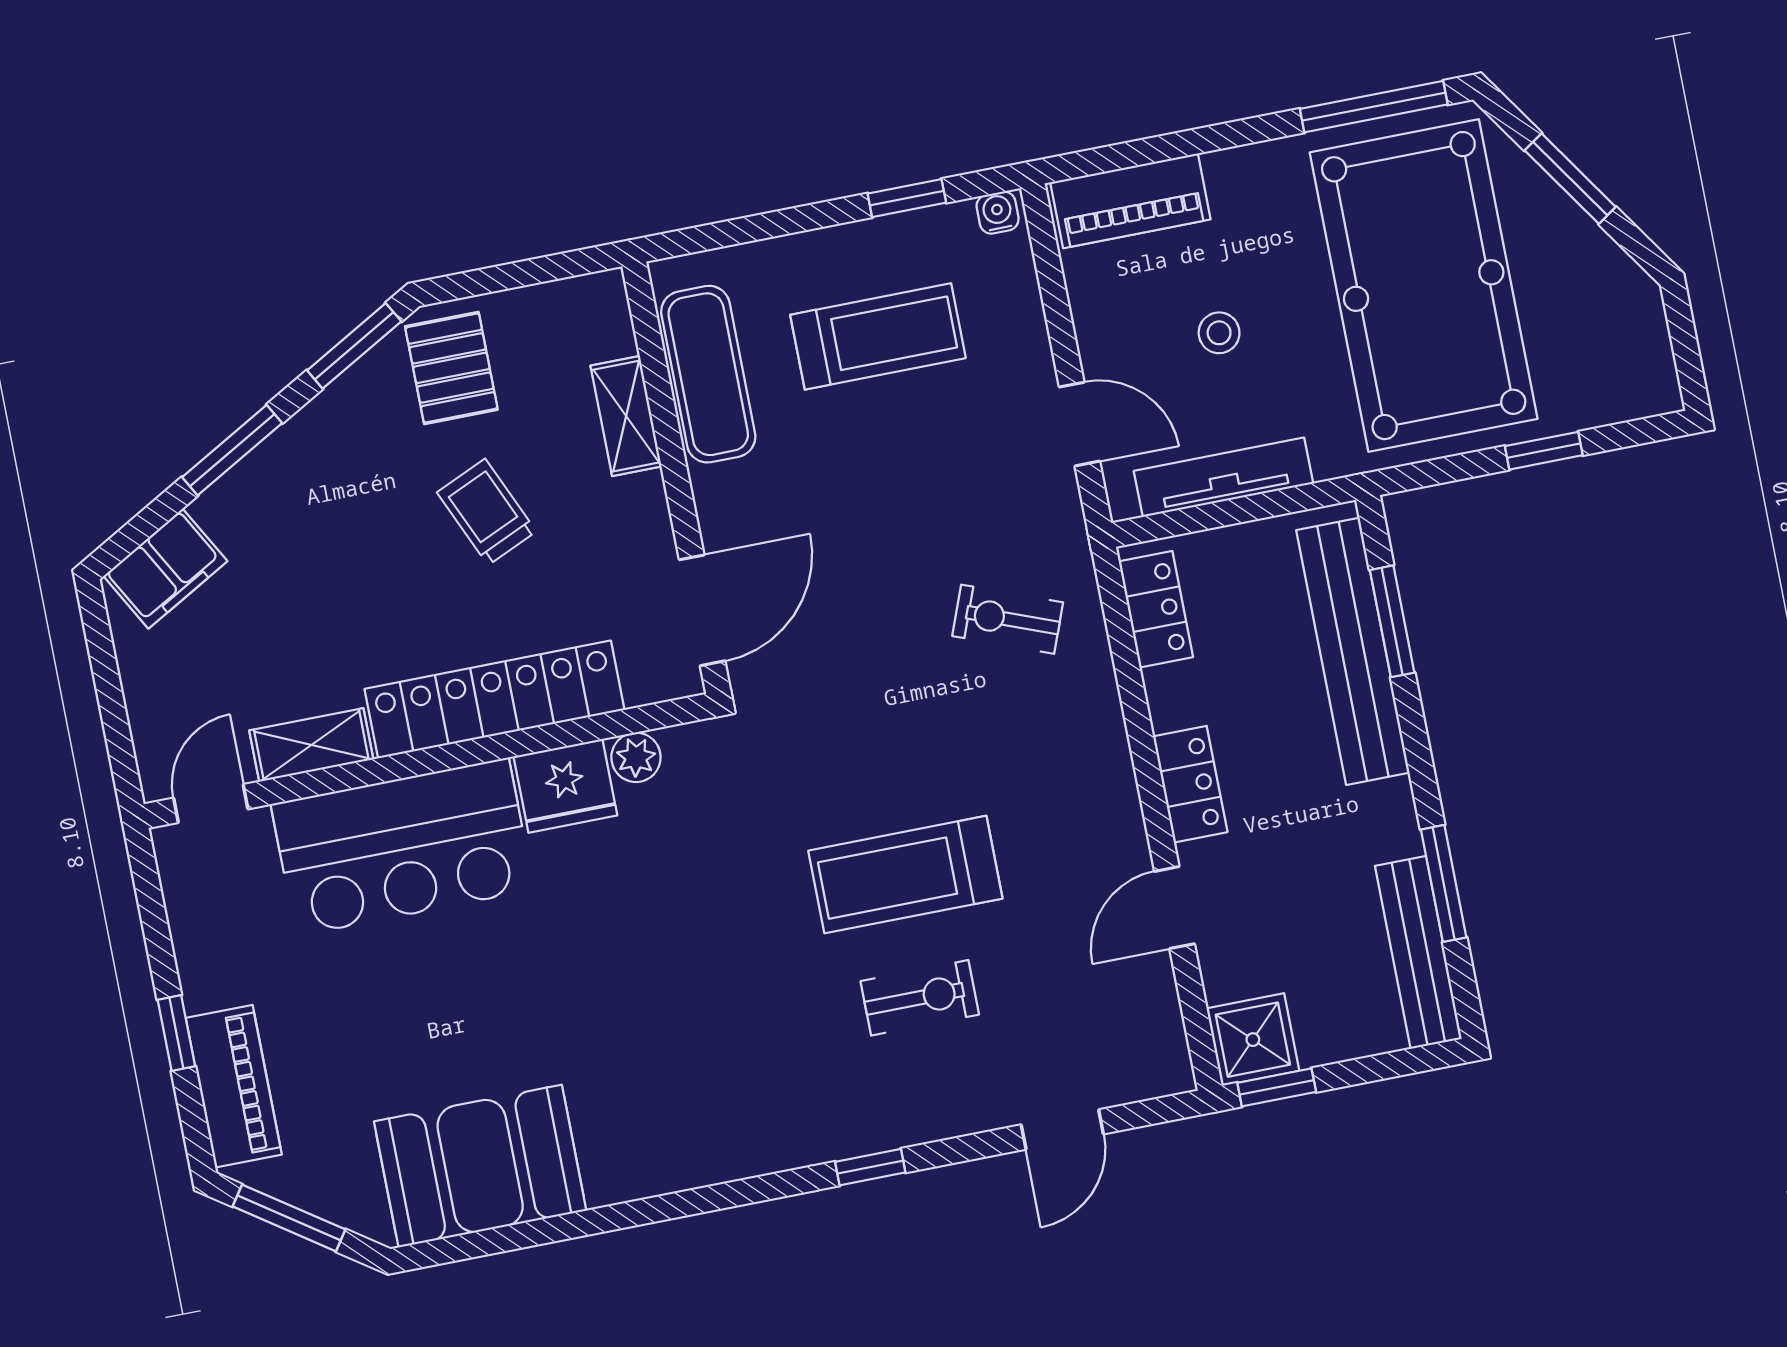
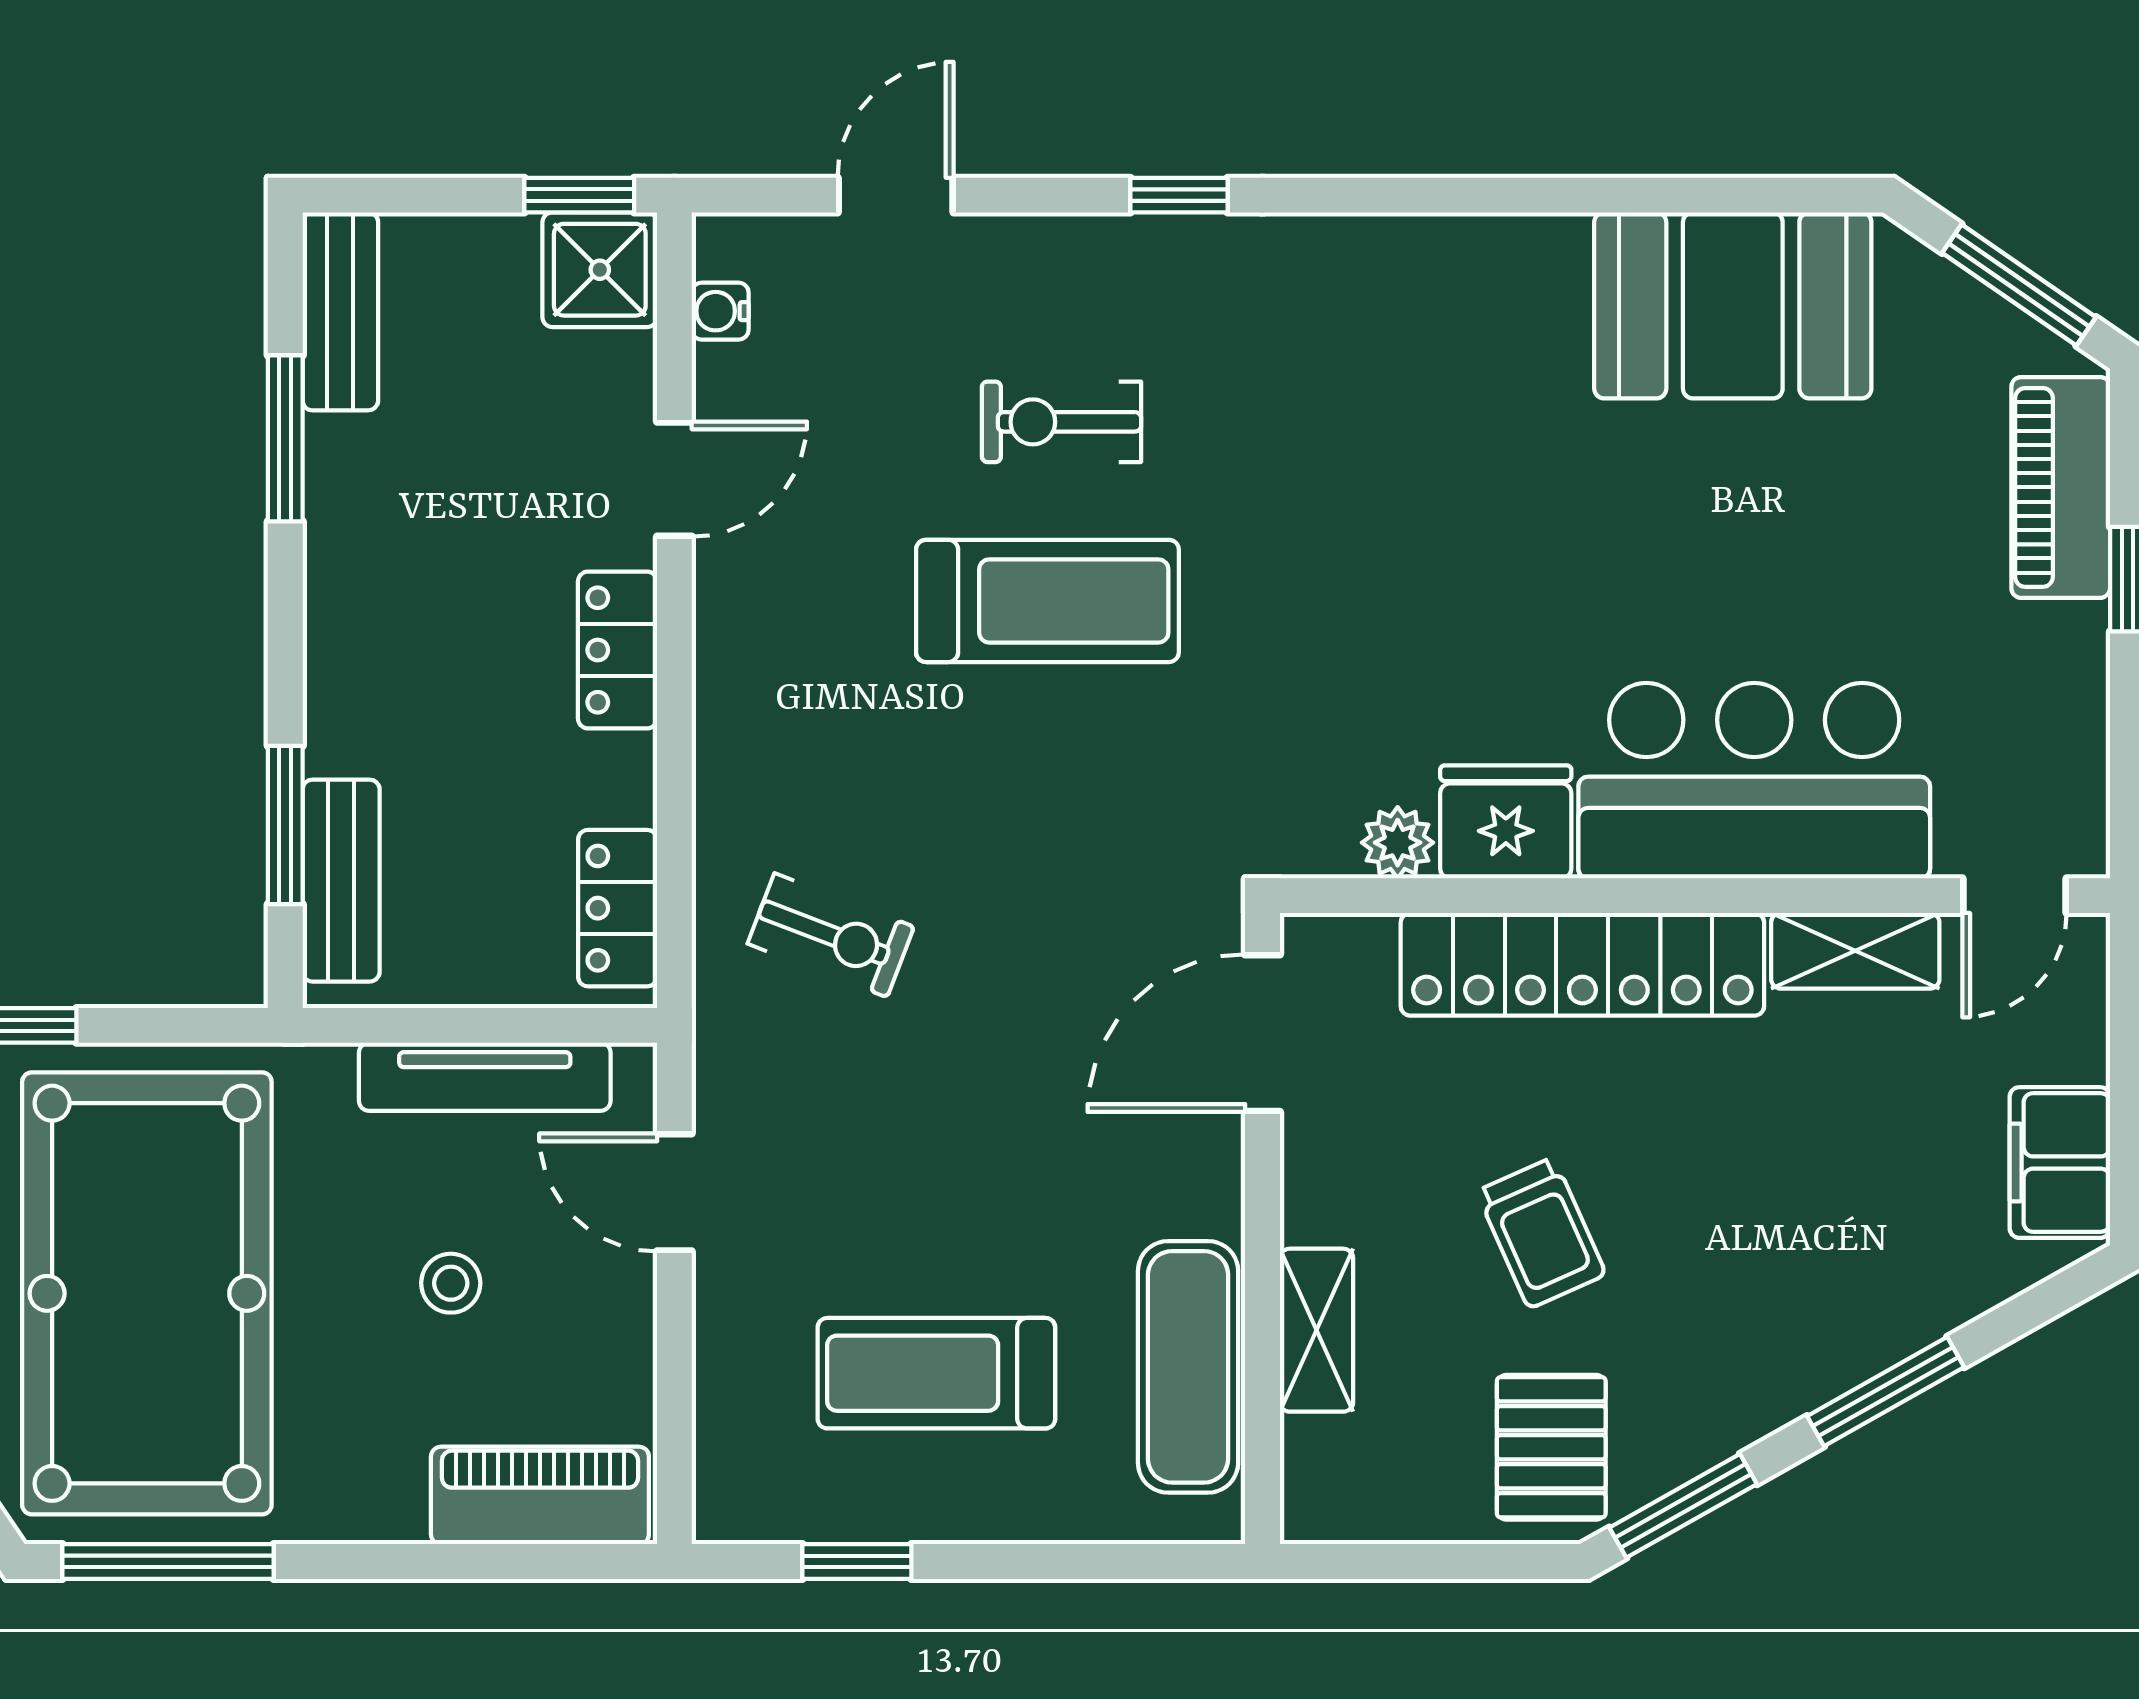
water cooler: (998, 213) -> (720, 311), moved, turned 90
filing cabinet: (165, 569) -> (2060, 1163), moved, turned -61
bench: (1353, 651) -> (341, 881), width x0.54, depth x0.82
bench: (1418, 952) -> (340, 311), width x0.73

